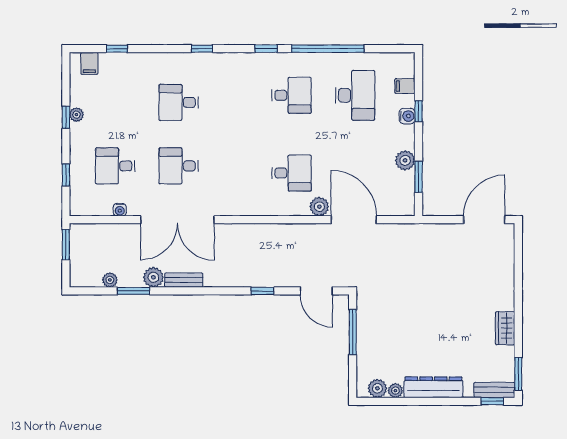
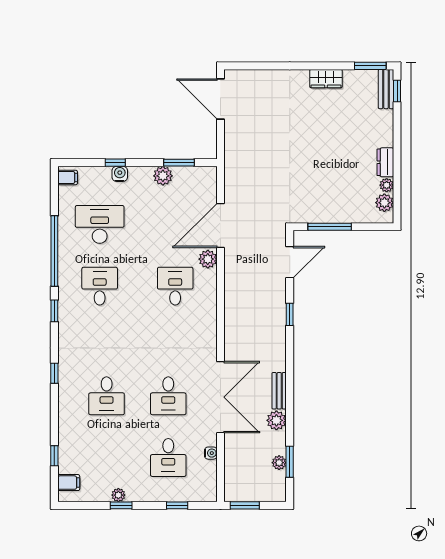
filing cabinet: (405, 86) -> (68, 177), moved, turned -90
window: (133, 291) -> (290, 462), moved
dresser: (433, 387) -> (385, 162), width x0.51, depth x0.80

